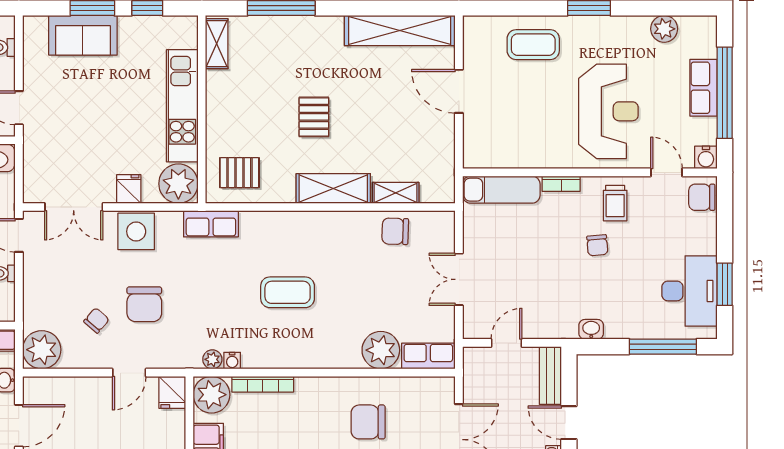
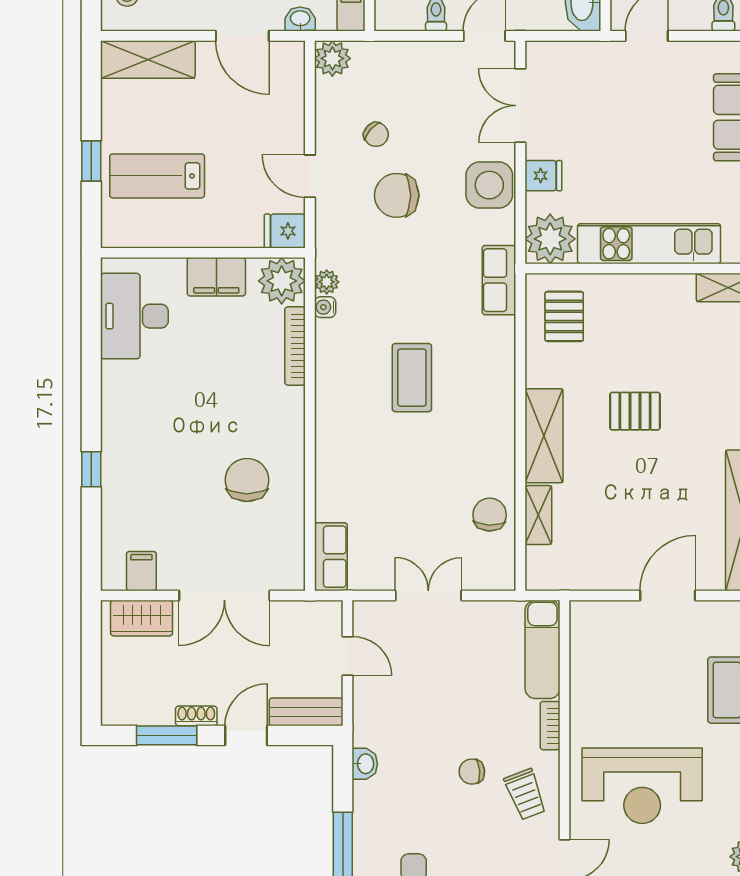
trolley: (615, 203) -> (525, 794), turned -111
plant: (42, 350) -> (332, 58), width x0.73, depth x0.73
plant: (381, 350) -> (338, 496), removed

